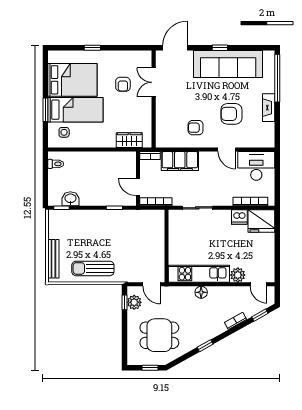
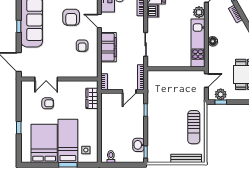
door: (227, 150) -> (99, 21), swing flipped
filing cabinet: (180, 161) -> (109, 47), moved

